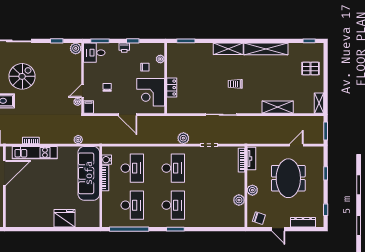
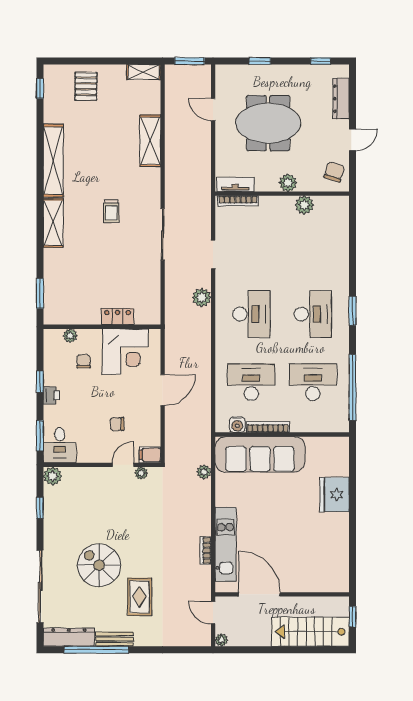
door: (83, 91) -> (123, 465), swing flipped
desk: (173, 168) -> (251, 314), turned 90
desk: (173, 205) -> (313, 314), turned 90

